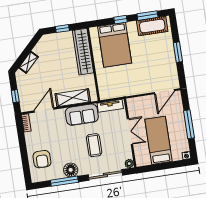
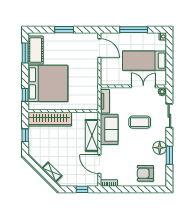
window: (120, 20) -> (25, 95), moved
bed: (115, 45) -> (48, 83), width x1.36
double door: (130, 132) -> (143, 86), moved
armchair: (42, 159) -> (145, 173), turned 180
sliding door: (105, 175) -> (169, 116), width x0.73
window: (64, 181) -> (169, 155), width x0.69

